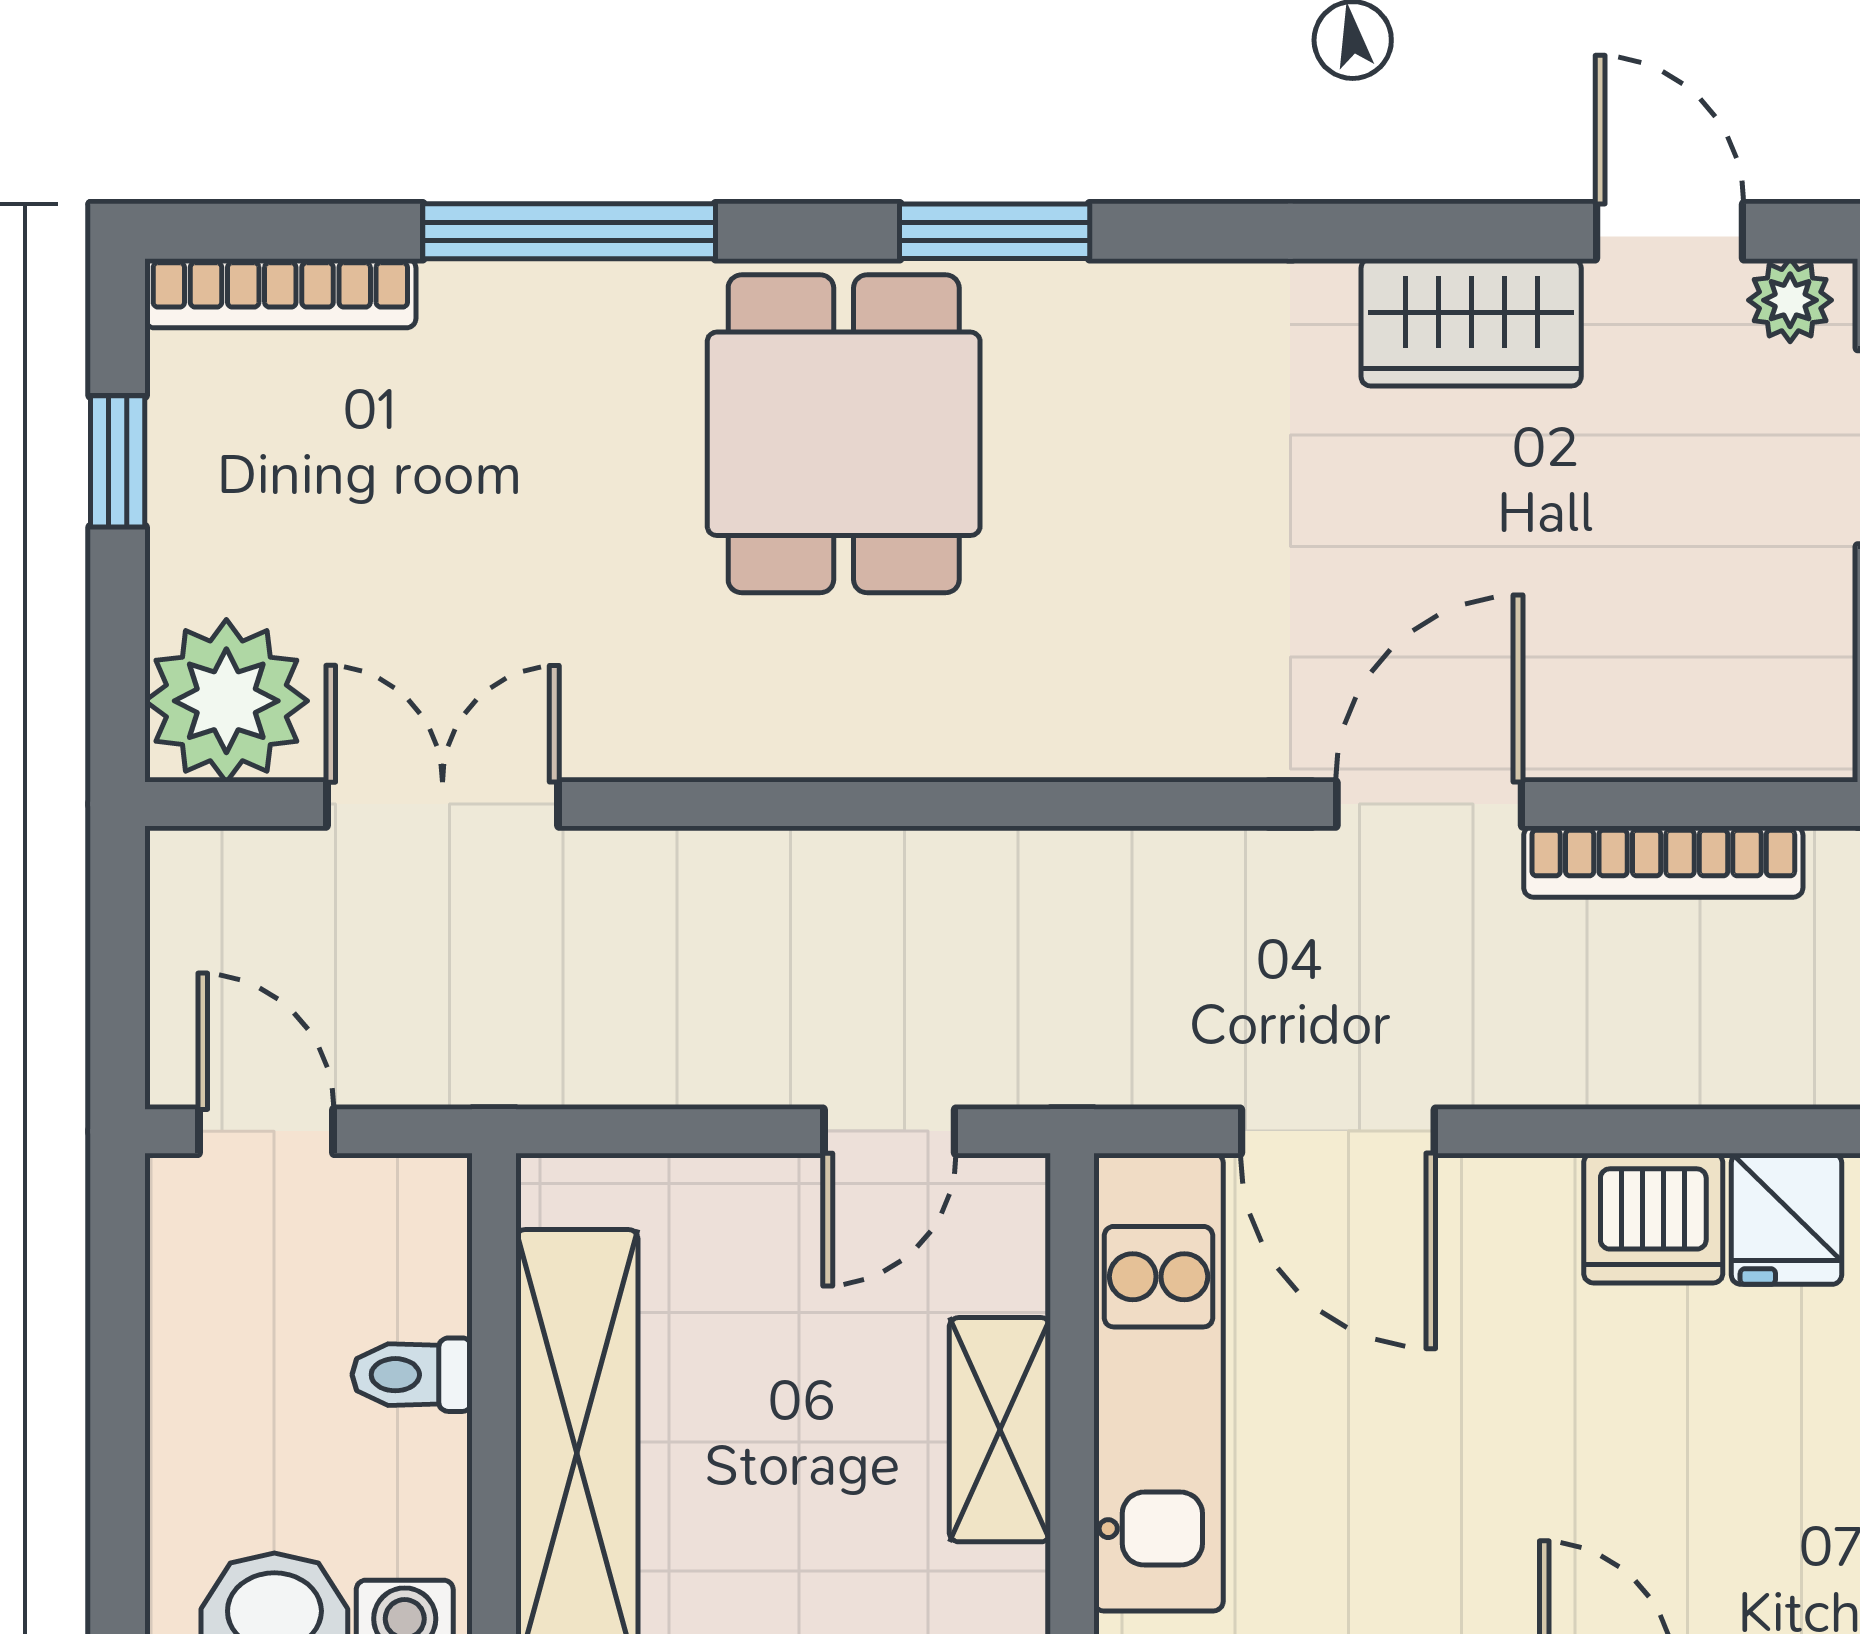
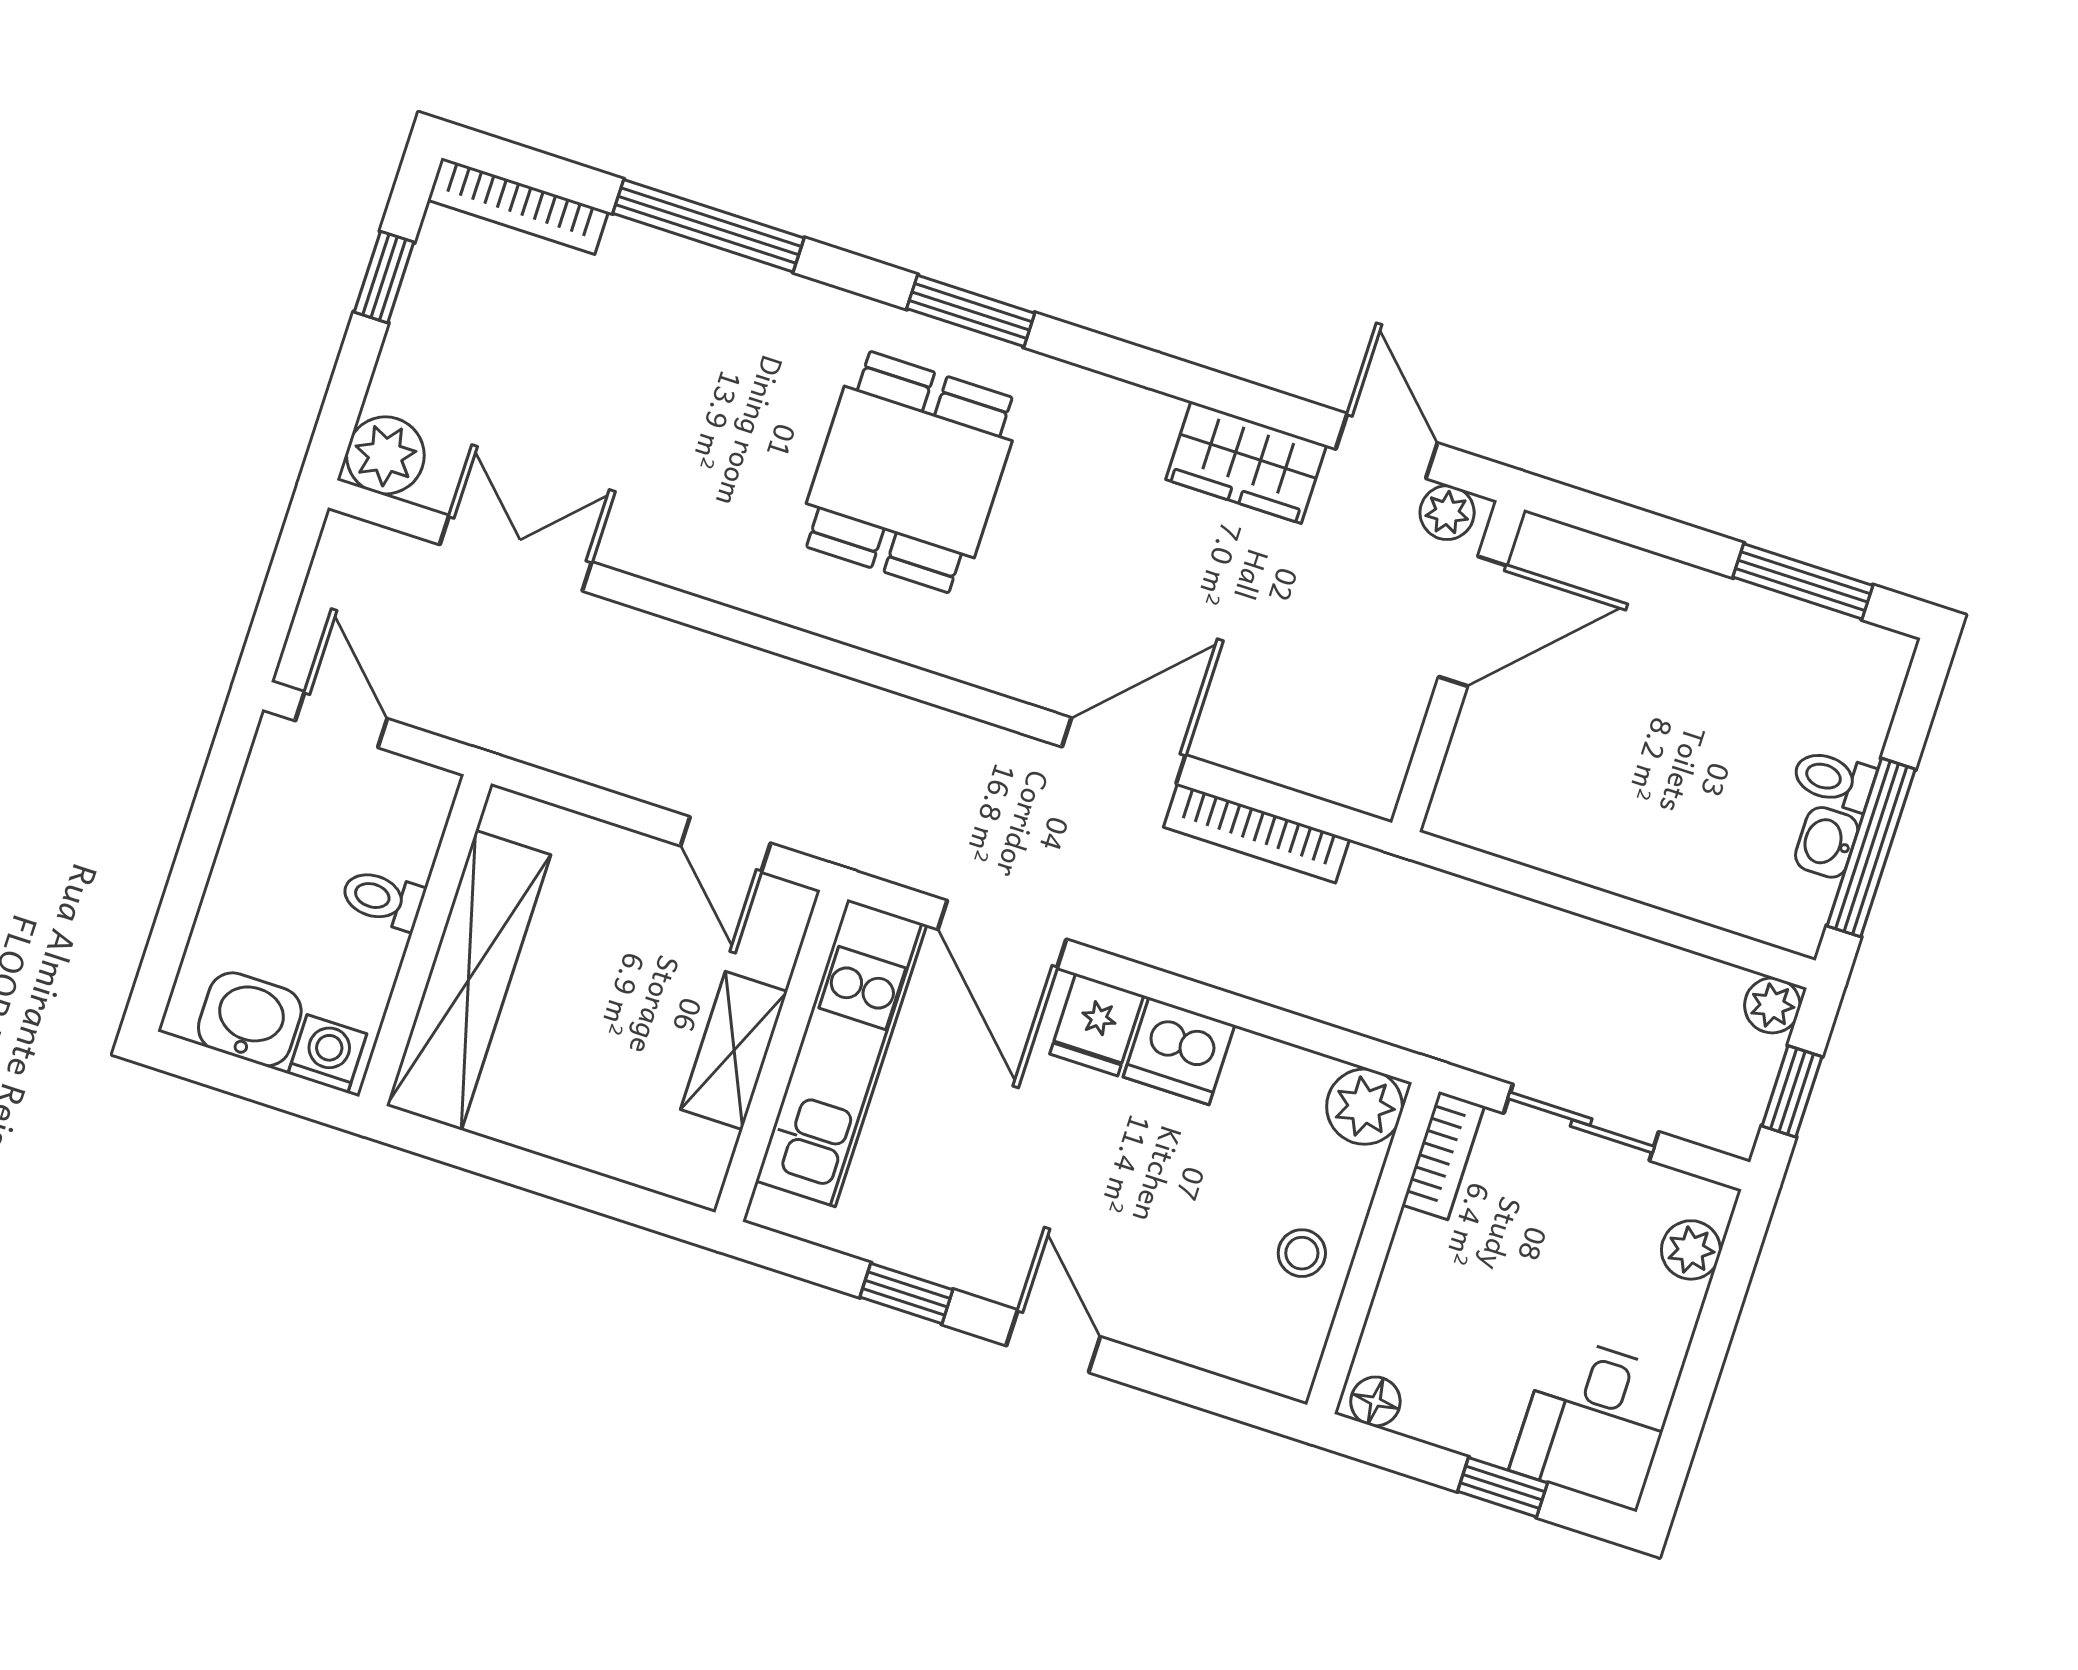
dining table: (844, 434) -> (909, 472), moved
plant: (226, 701) -> (385, 455), width x0.73, depth x0.73
door: (889, 1131) -> (726, 844), hinge flipped
fridge: (1786, 1219) -> (1097, 1025), moved

